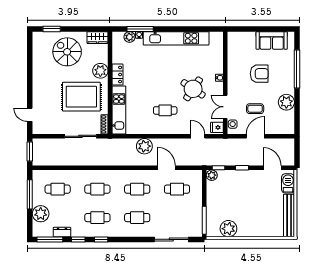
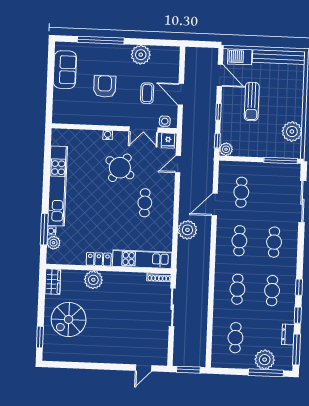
rug: (81, 97) -> (124, 304), removed
door: (272, 168) -> (220, 75), swing flipped
window: (30, 194) -> (266, 373), moved
sun lounger: (252, 195) -> (252, 102), added

